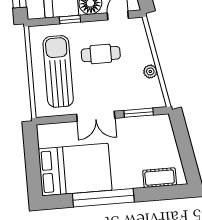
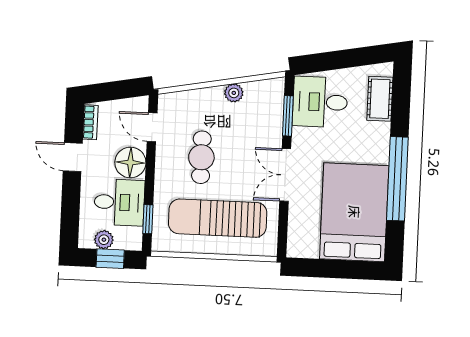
window: (70, 19) -> (148, 219), moved
double door: (96, 116) -> (285, 175), swing flipped
desk: (152, 135) -> (320, 102), added

